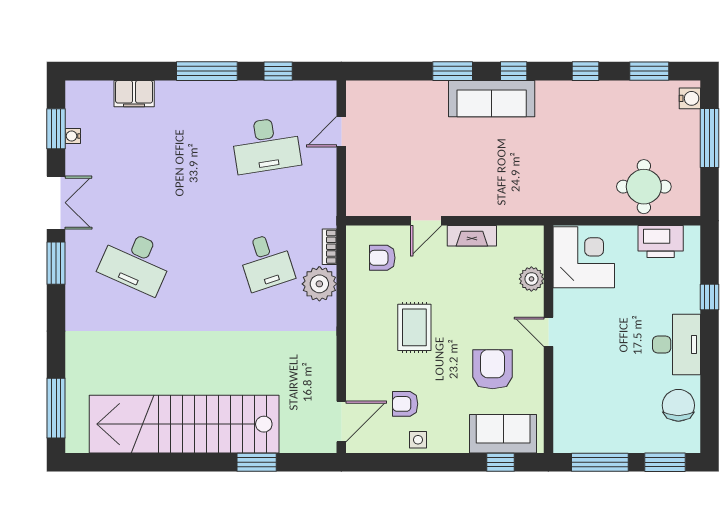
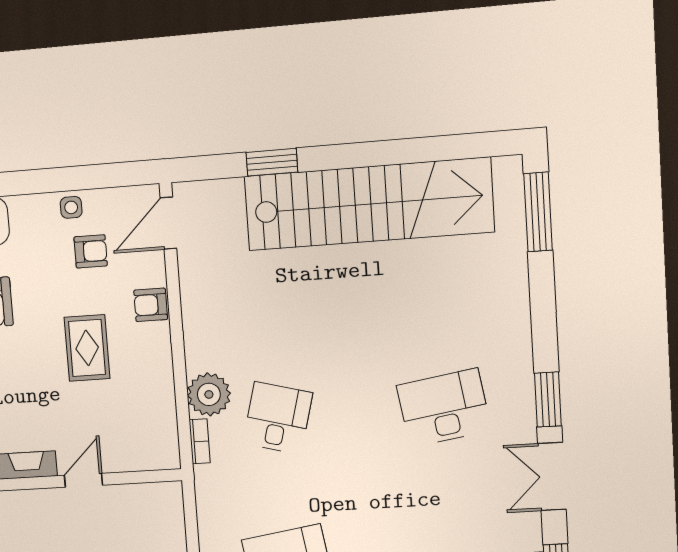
armchair: (382, 258) -> (151, 305), moved, turned 180
desk: (136, 262) -> (444, 408), turned -33
desk: (266, 262) -> (278, 418), turned 33

